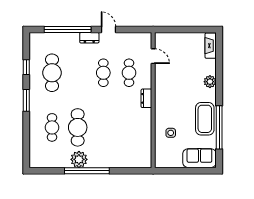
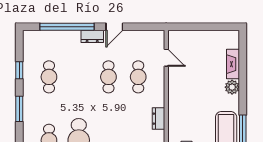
door: (108, 29) -> (114, 27), swing flipped
fireplace: (211, 46) -> (233, 64), moved
cafe table: (52, 73) -> (49, 77), width x0.73, depth x0.74
dresser: (146, 98) -> (158, 119), moved

